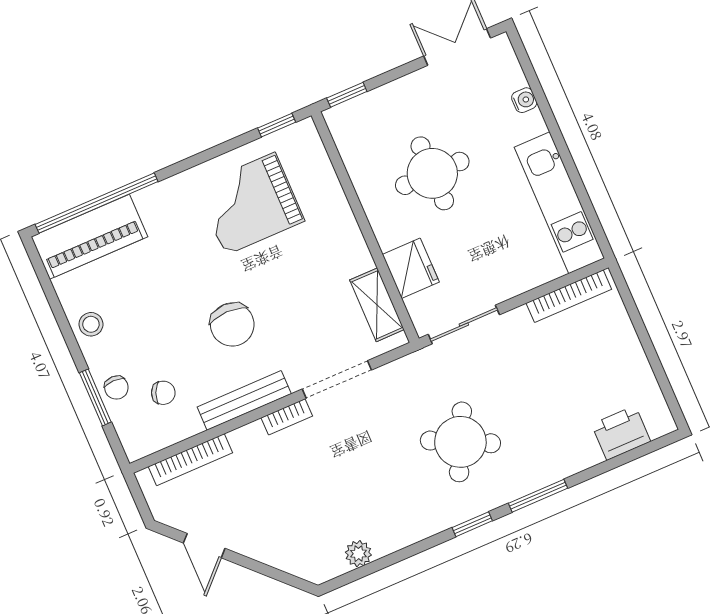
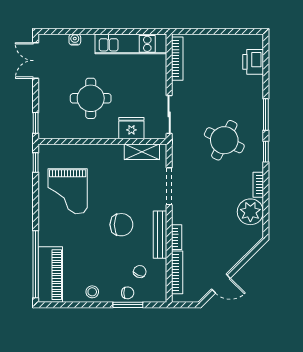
bookcase: (287, 417) -> (177, 237), moved
bookcase: (408, 536) -> (258, 185), added
plant: (358, 554) -> (250, 212), width x1.88, depth x1.88

